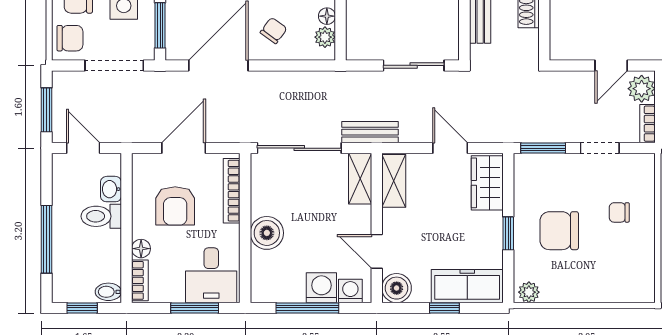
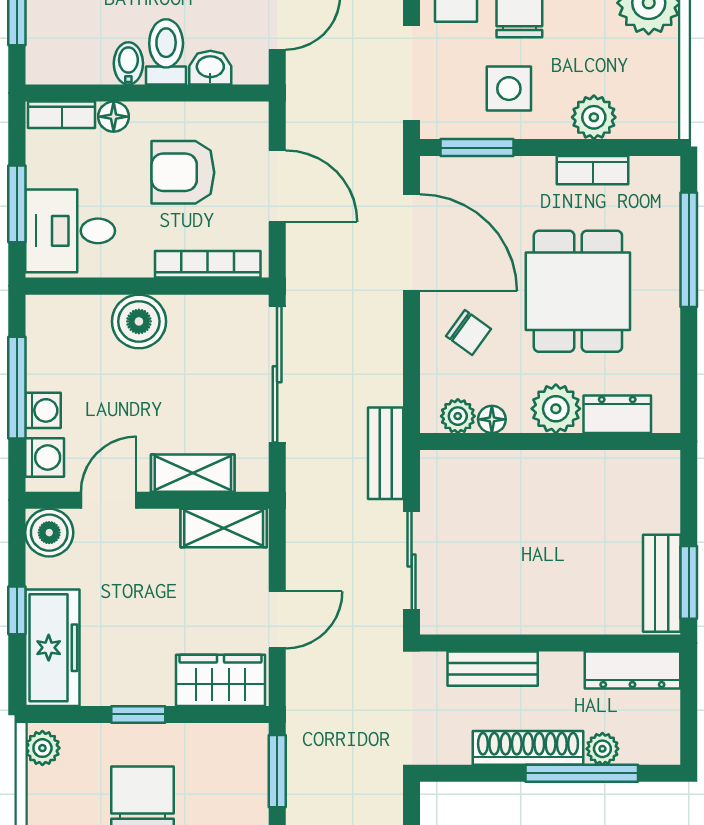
bench: (370, 132) -> (386, 453), moved
shelving: (360, 179) -> (193, 473), moved
washing machine: (321, 288) -> (43, 410), width x0.73, depth x0.73
bidet: (108, 292) -> (128, 63), moved

